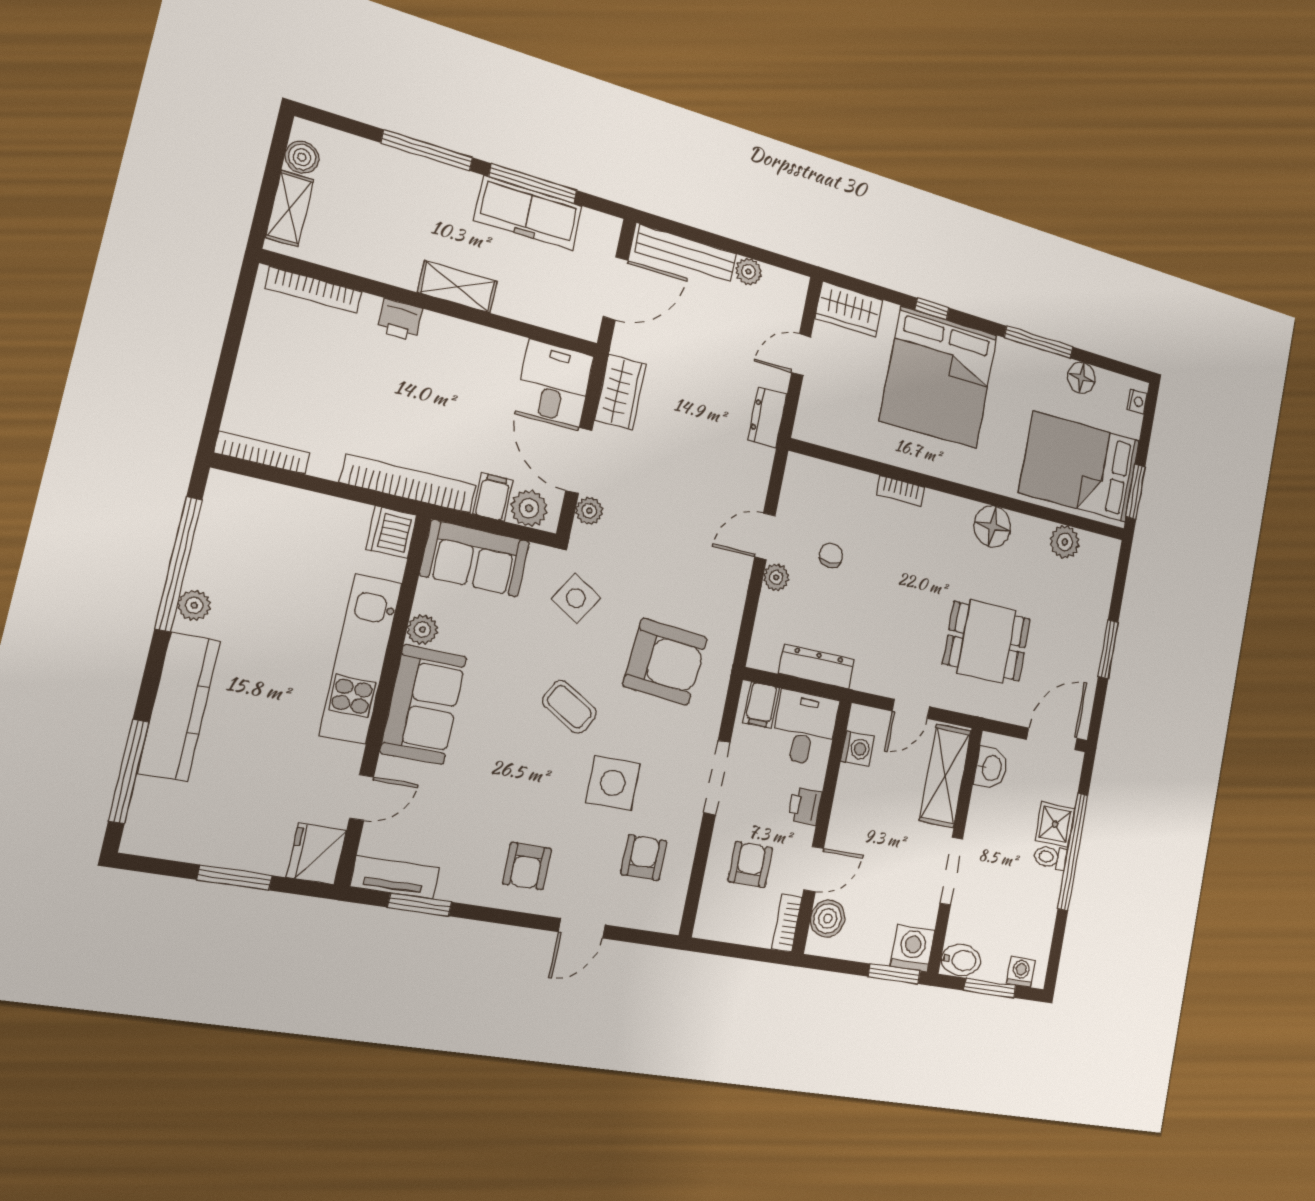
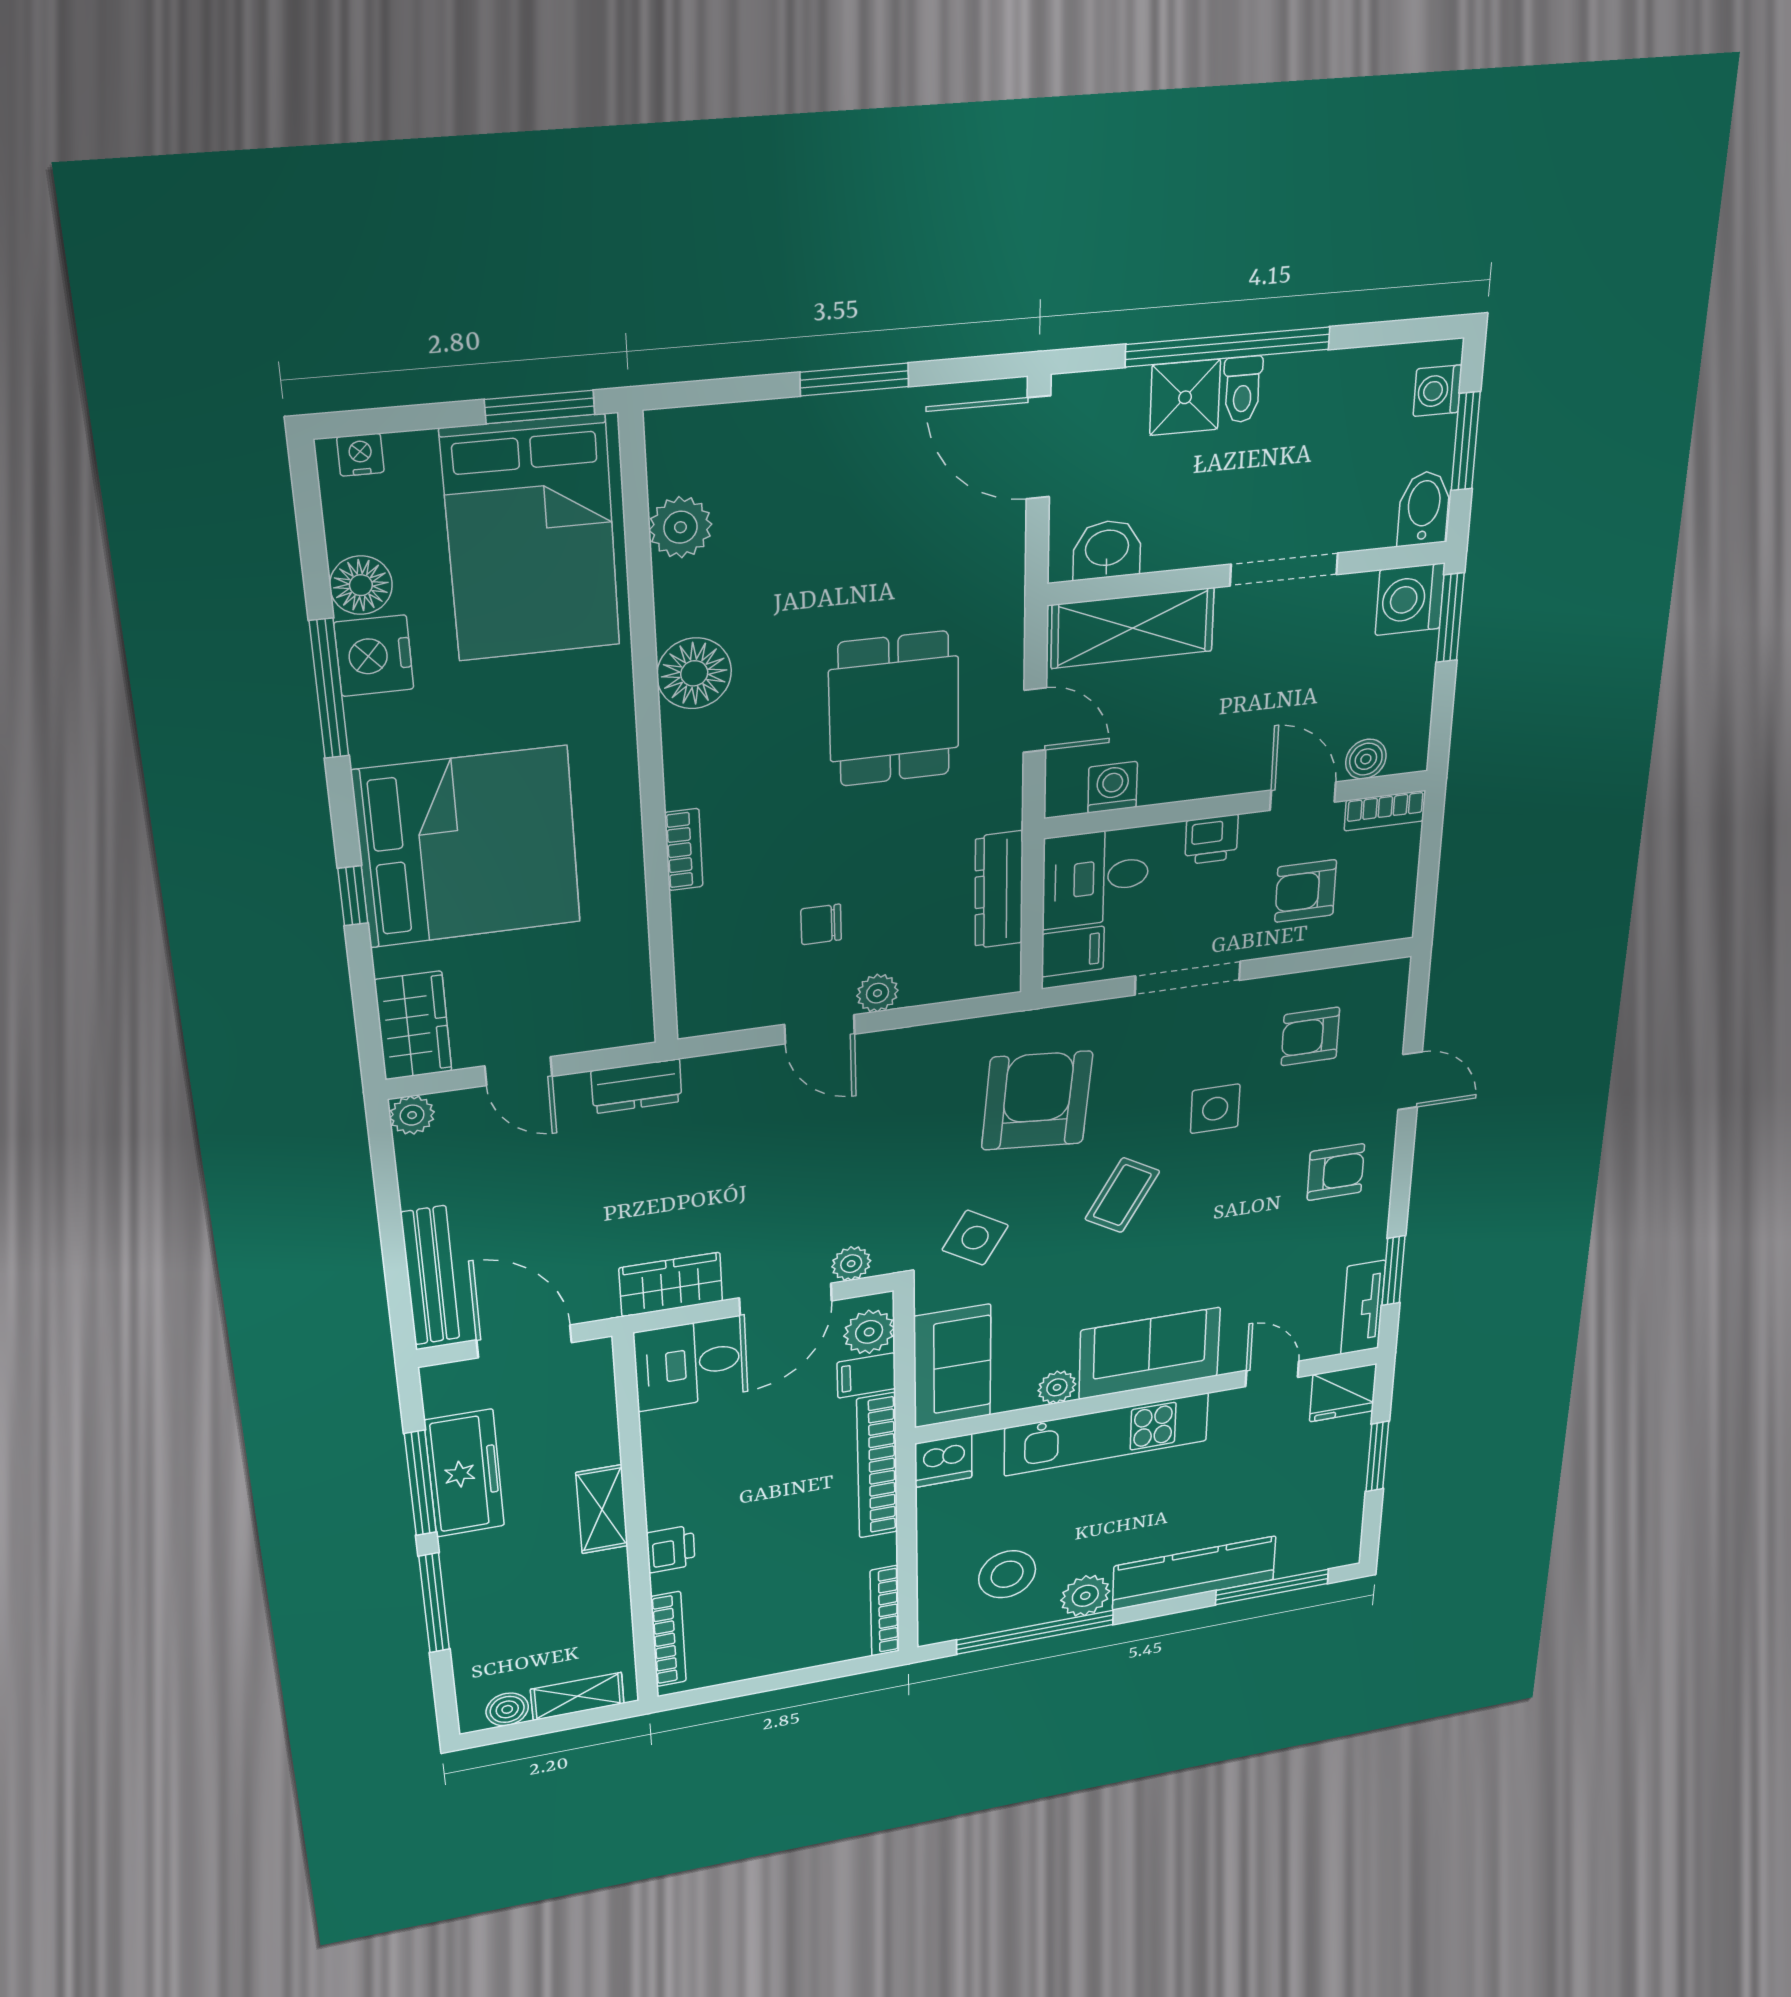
plant: (749, 272) -> (412, 1115), moved
nightstand: (1048, 370) -> (374, 656), added
stool: (254, 555) -> (1007, 1574), added
plant: (194, 605) -> (1085, 1596), width x1.38, depth x1.38
dining table: (987, 641) -> (894, 709), moved
side table: (613, 783) -> (1215, 1109), width x0.73, depth x0.73
boiler: (828, 919) -> (1366, 759), width x0.73, depth x0.73

